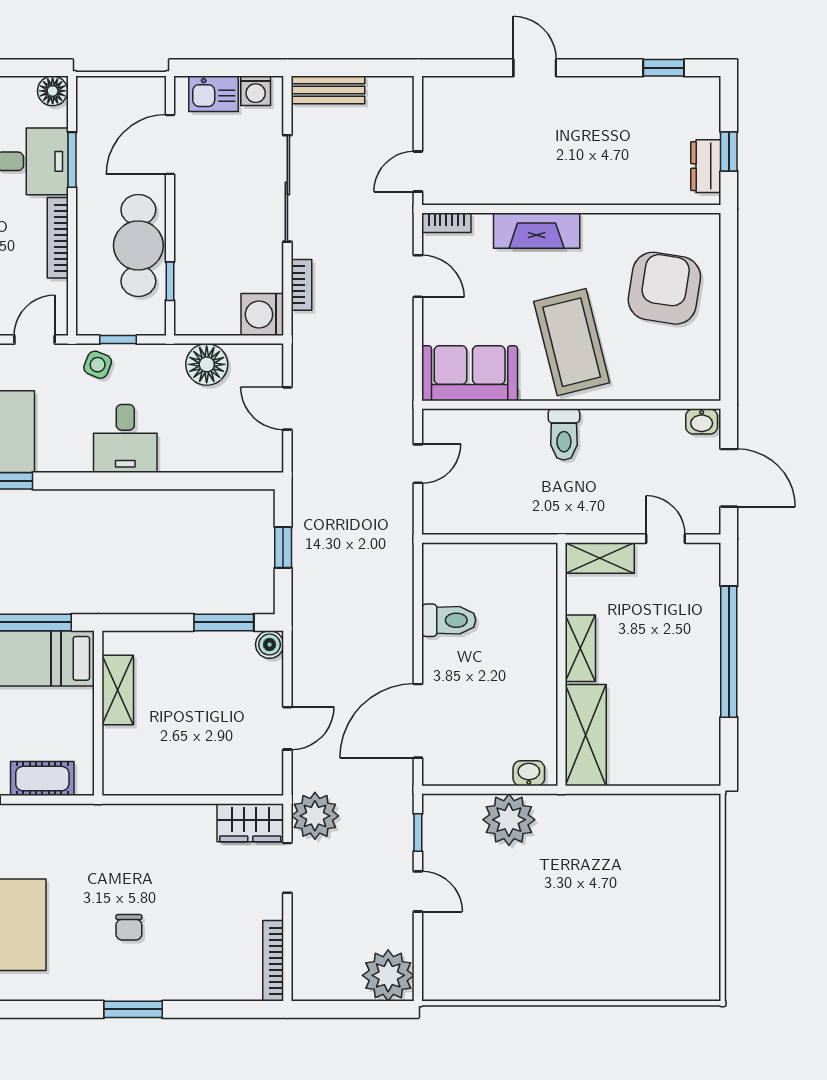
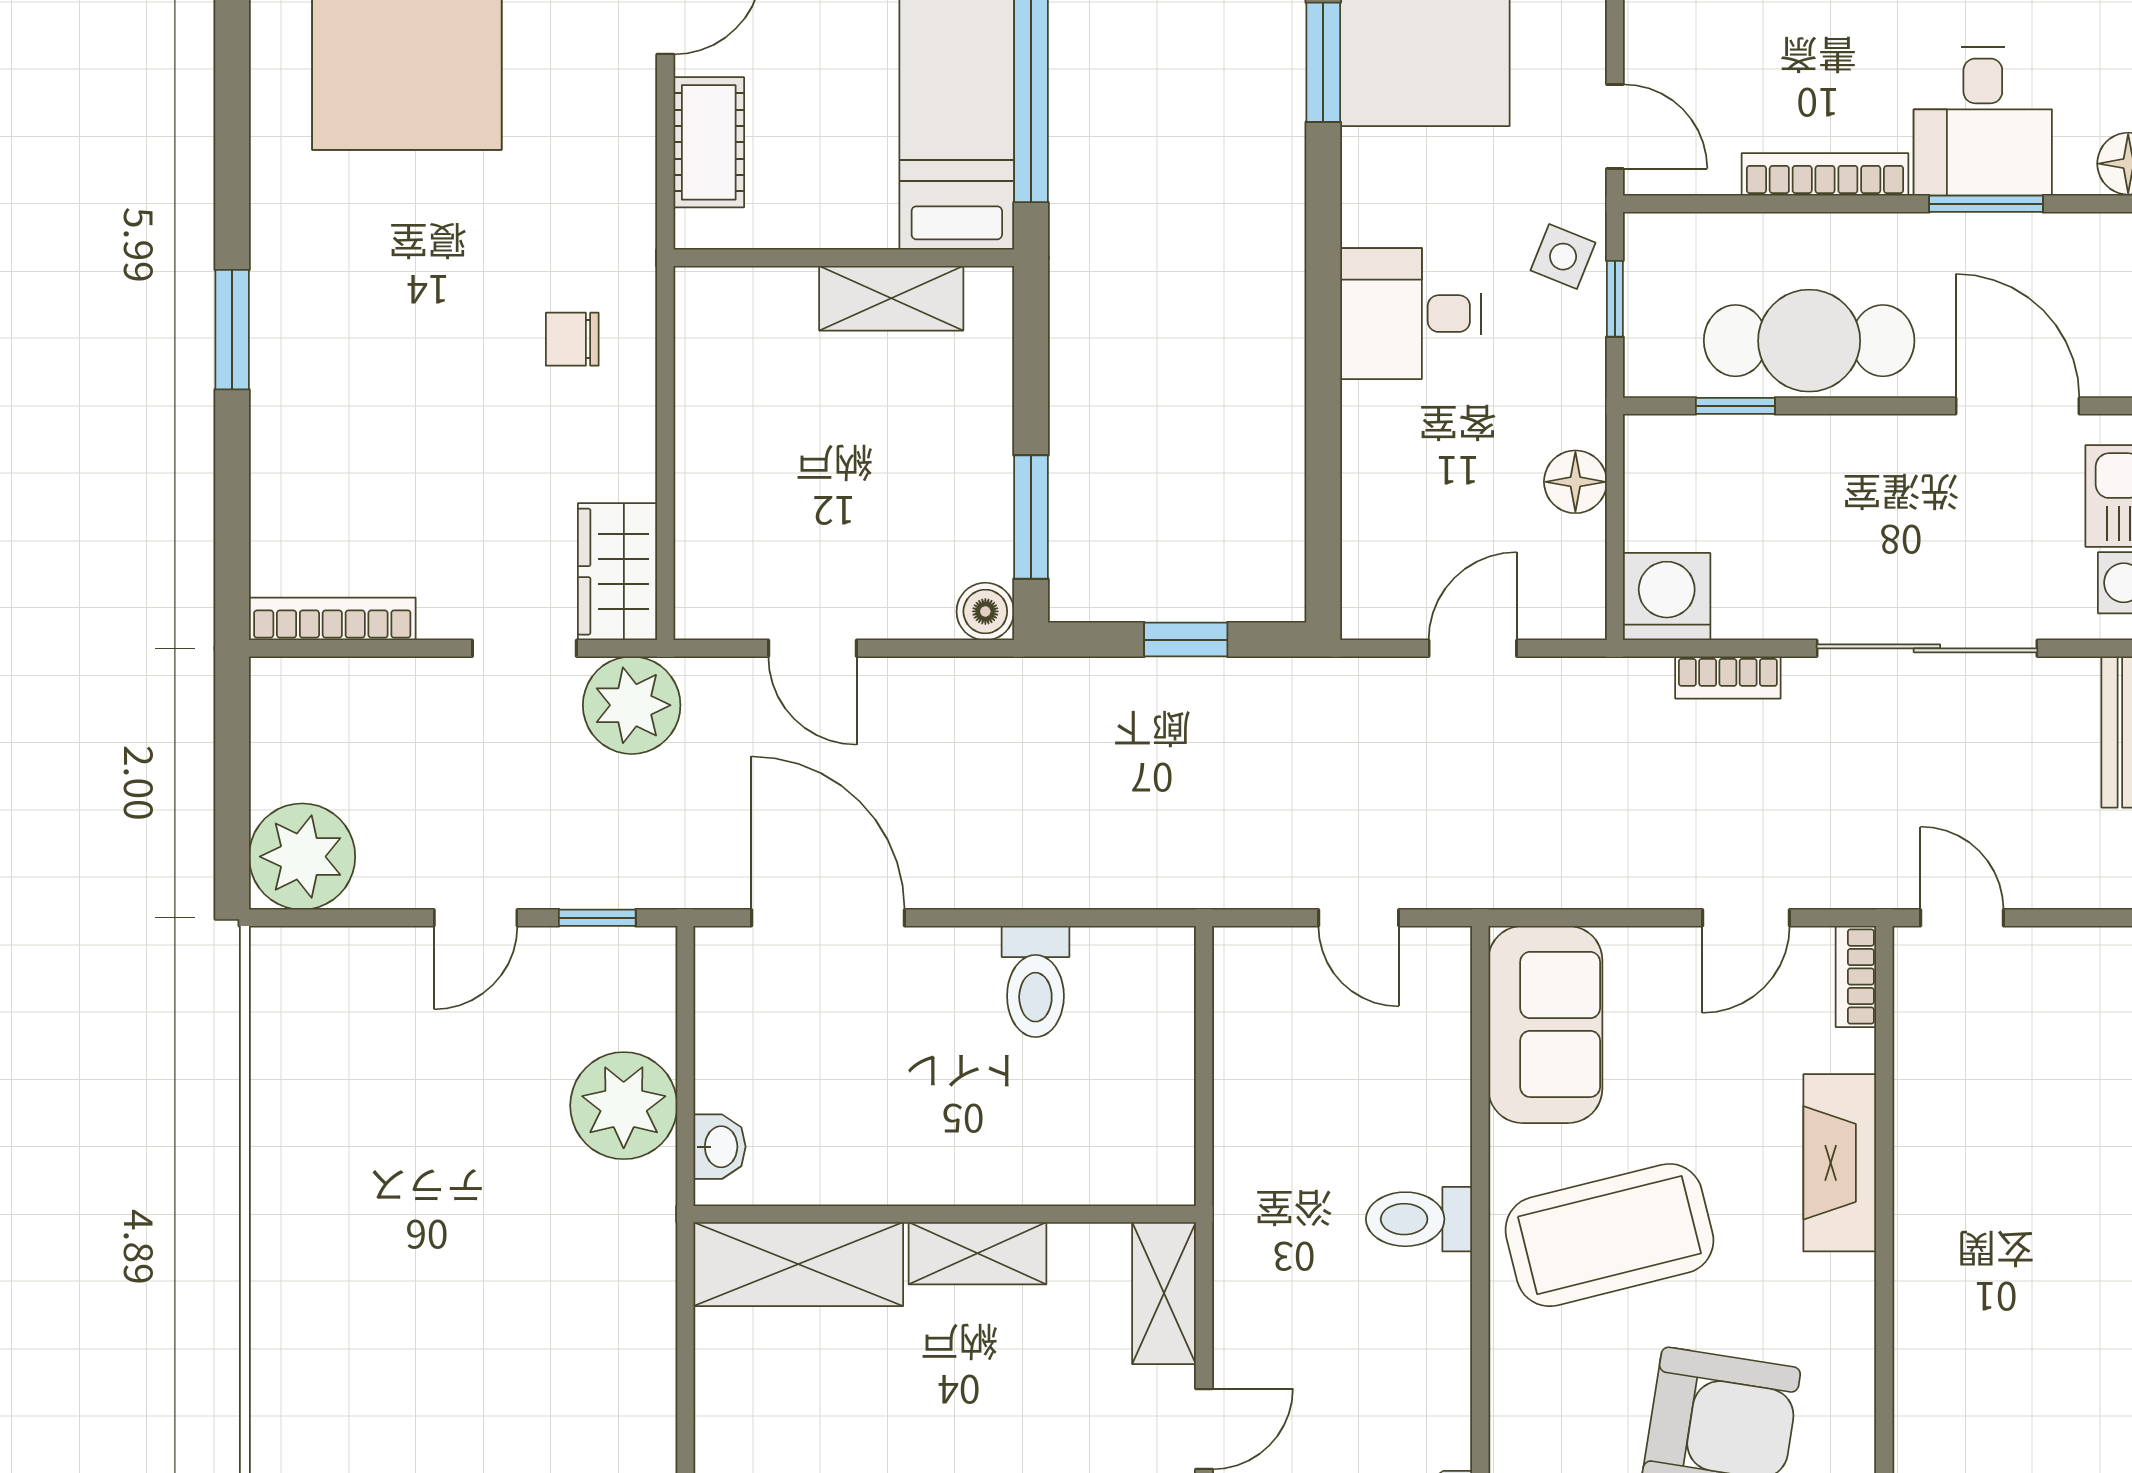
floor lamp: (207, 364) -> (1575, 482), width x0.73, depth x0.73
chair: (129, 927) -> (572, 339), moved

